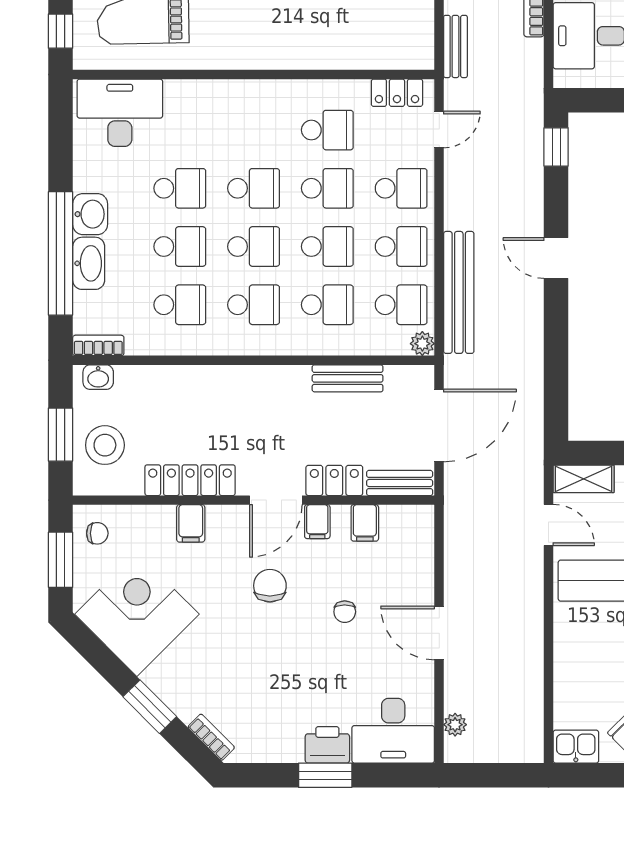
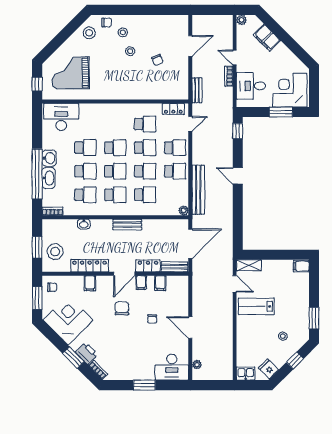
school desk: (401, 305) -> (175, 195), removed
washbasin: (98, 377) -> (84, 224), moved
bench: (348, 378) -> (127, 225), moved
printer: (327, 745) -> (87, 353), moved, turned 45

